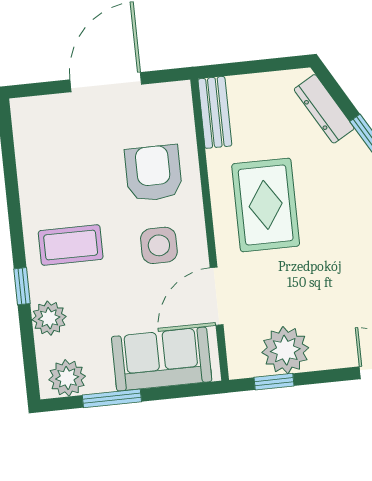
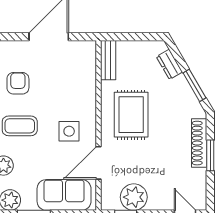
dresser: (324, 109) -> (169, 64), width x0.70
armchair: (153, 173) -> (18, 83), moved, width x0.72, depth x0.72

